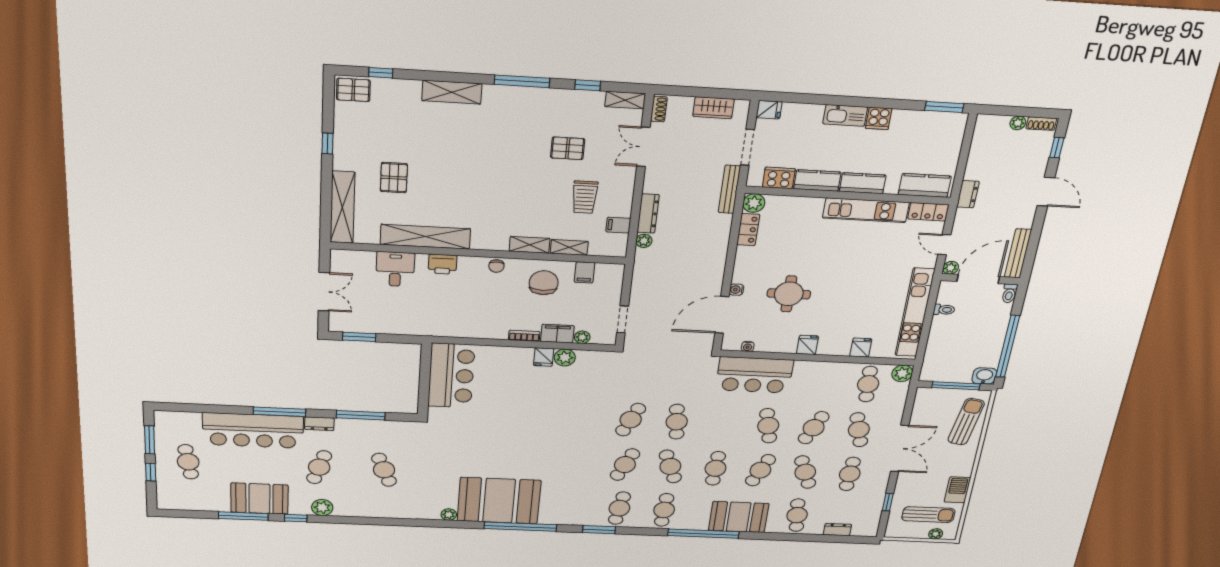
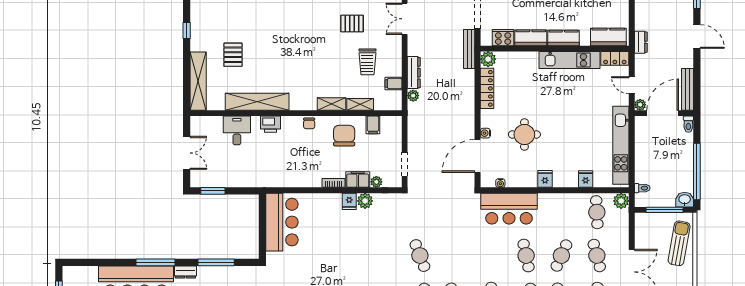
locker: (748, 230) -> (487, 88), width x1.53
toilet: (944, 310) -> (642, 188), moved
cafe table: (631, 420) -> (420, 256), turned -45
cafe table: (677, 422) -> (455, 256), removed

